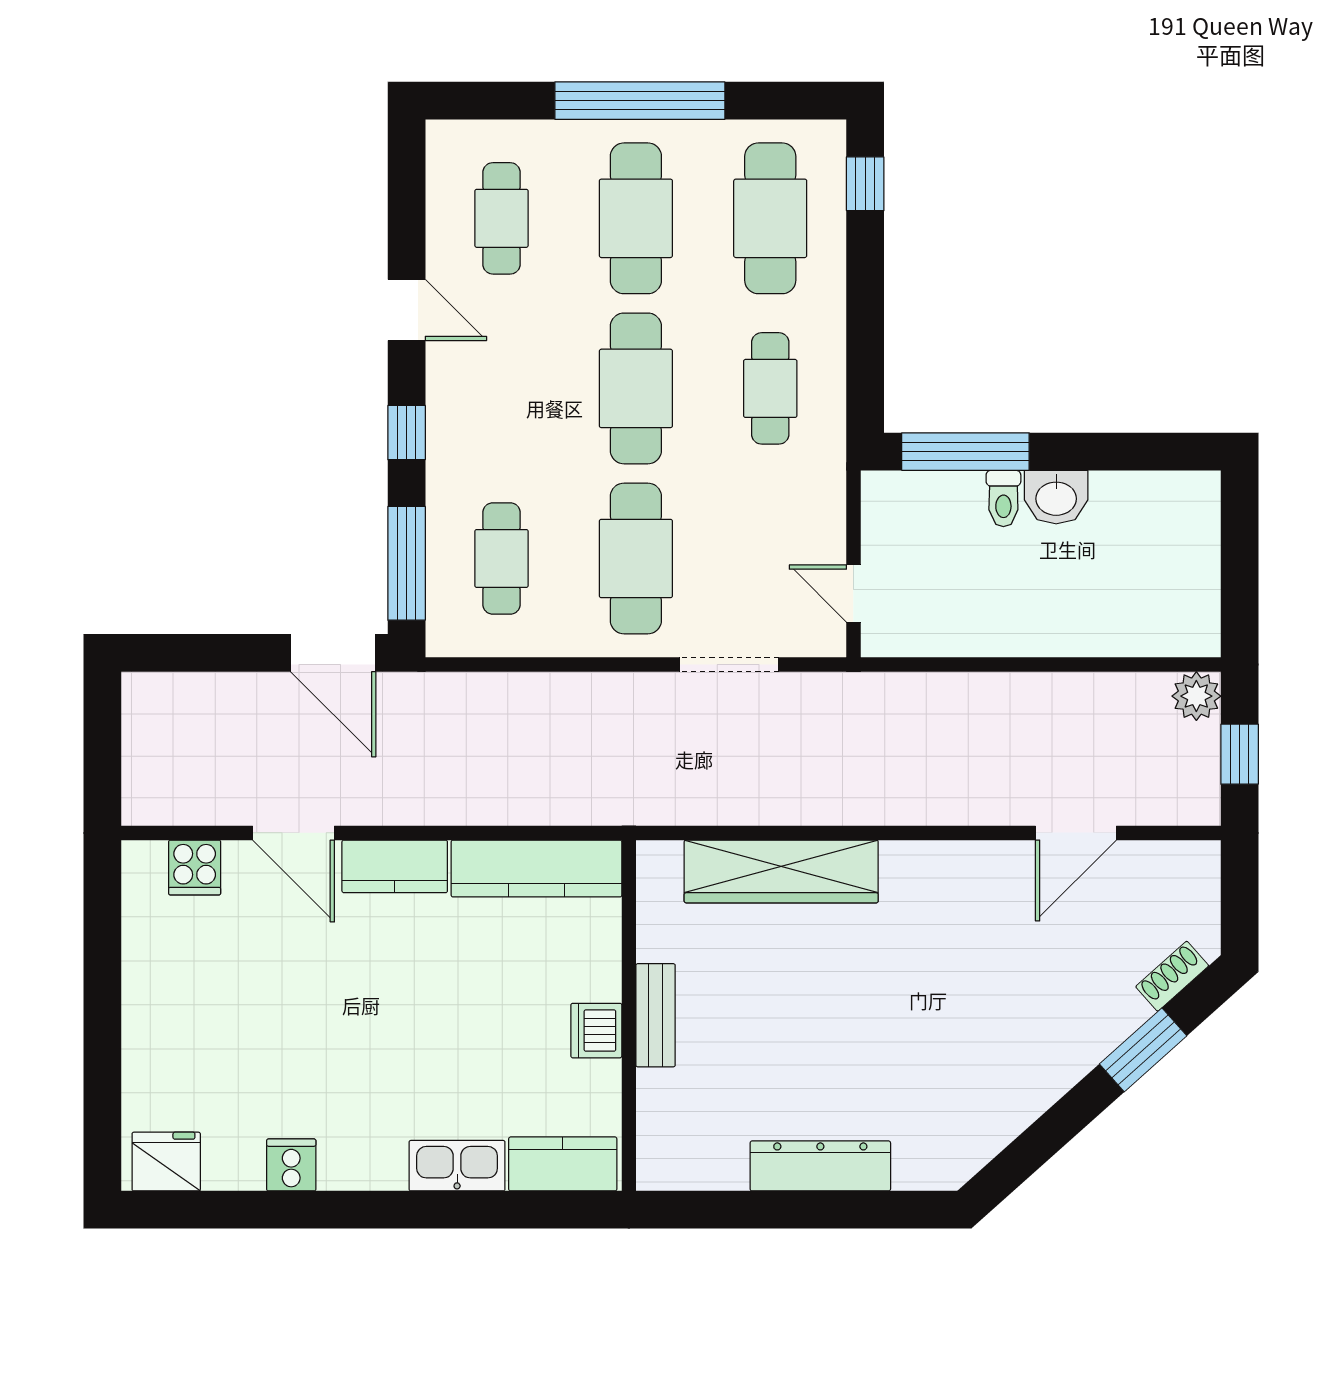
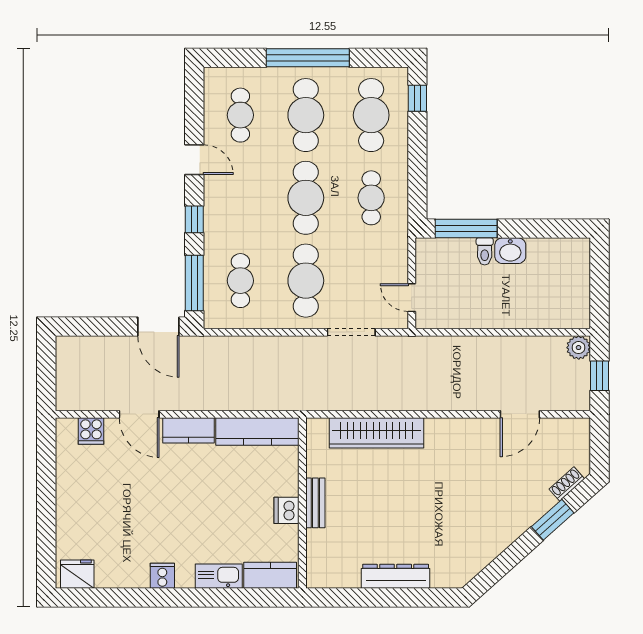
cooker: (291, 1165) -> (162, 576), moved

